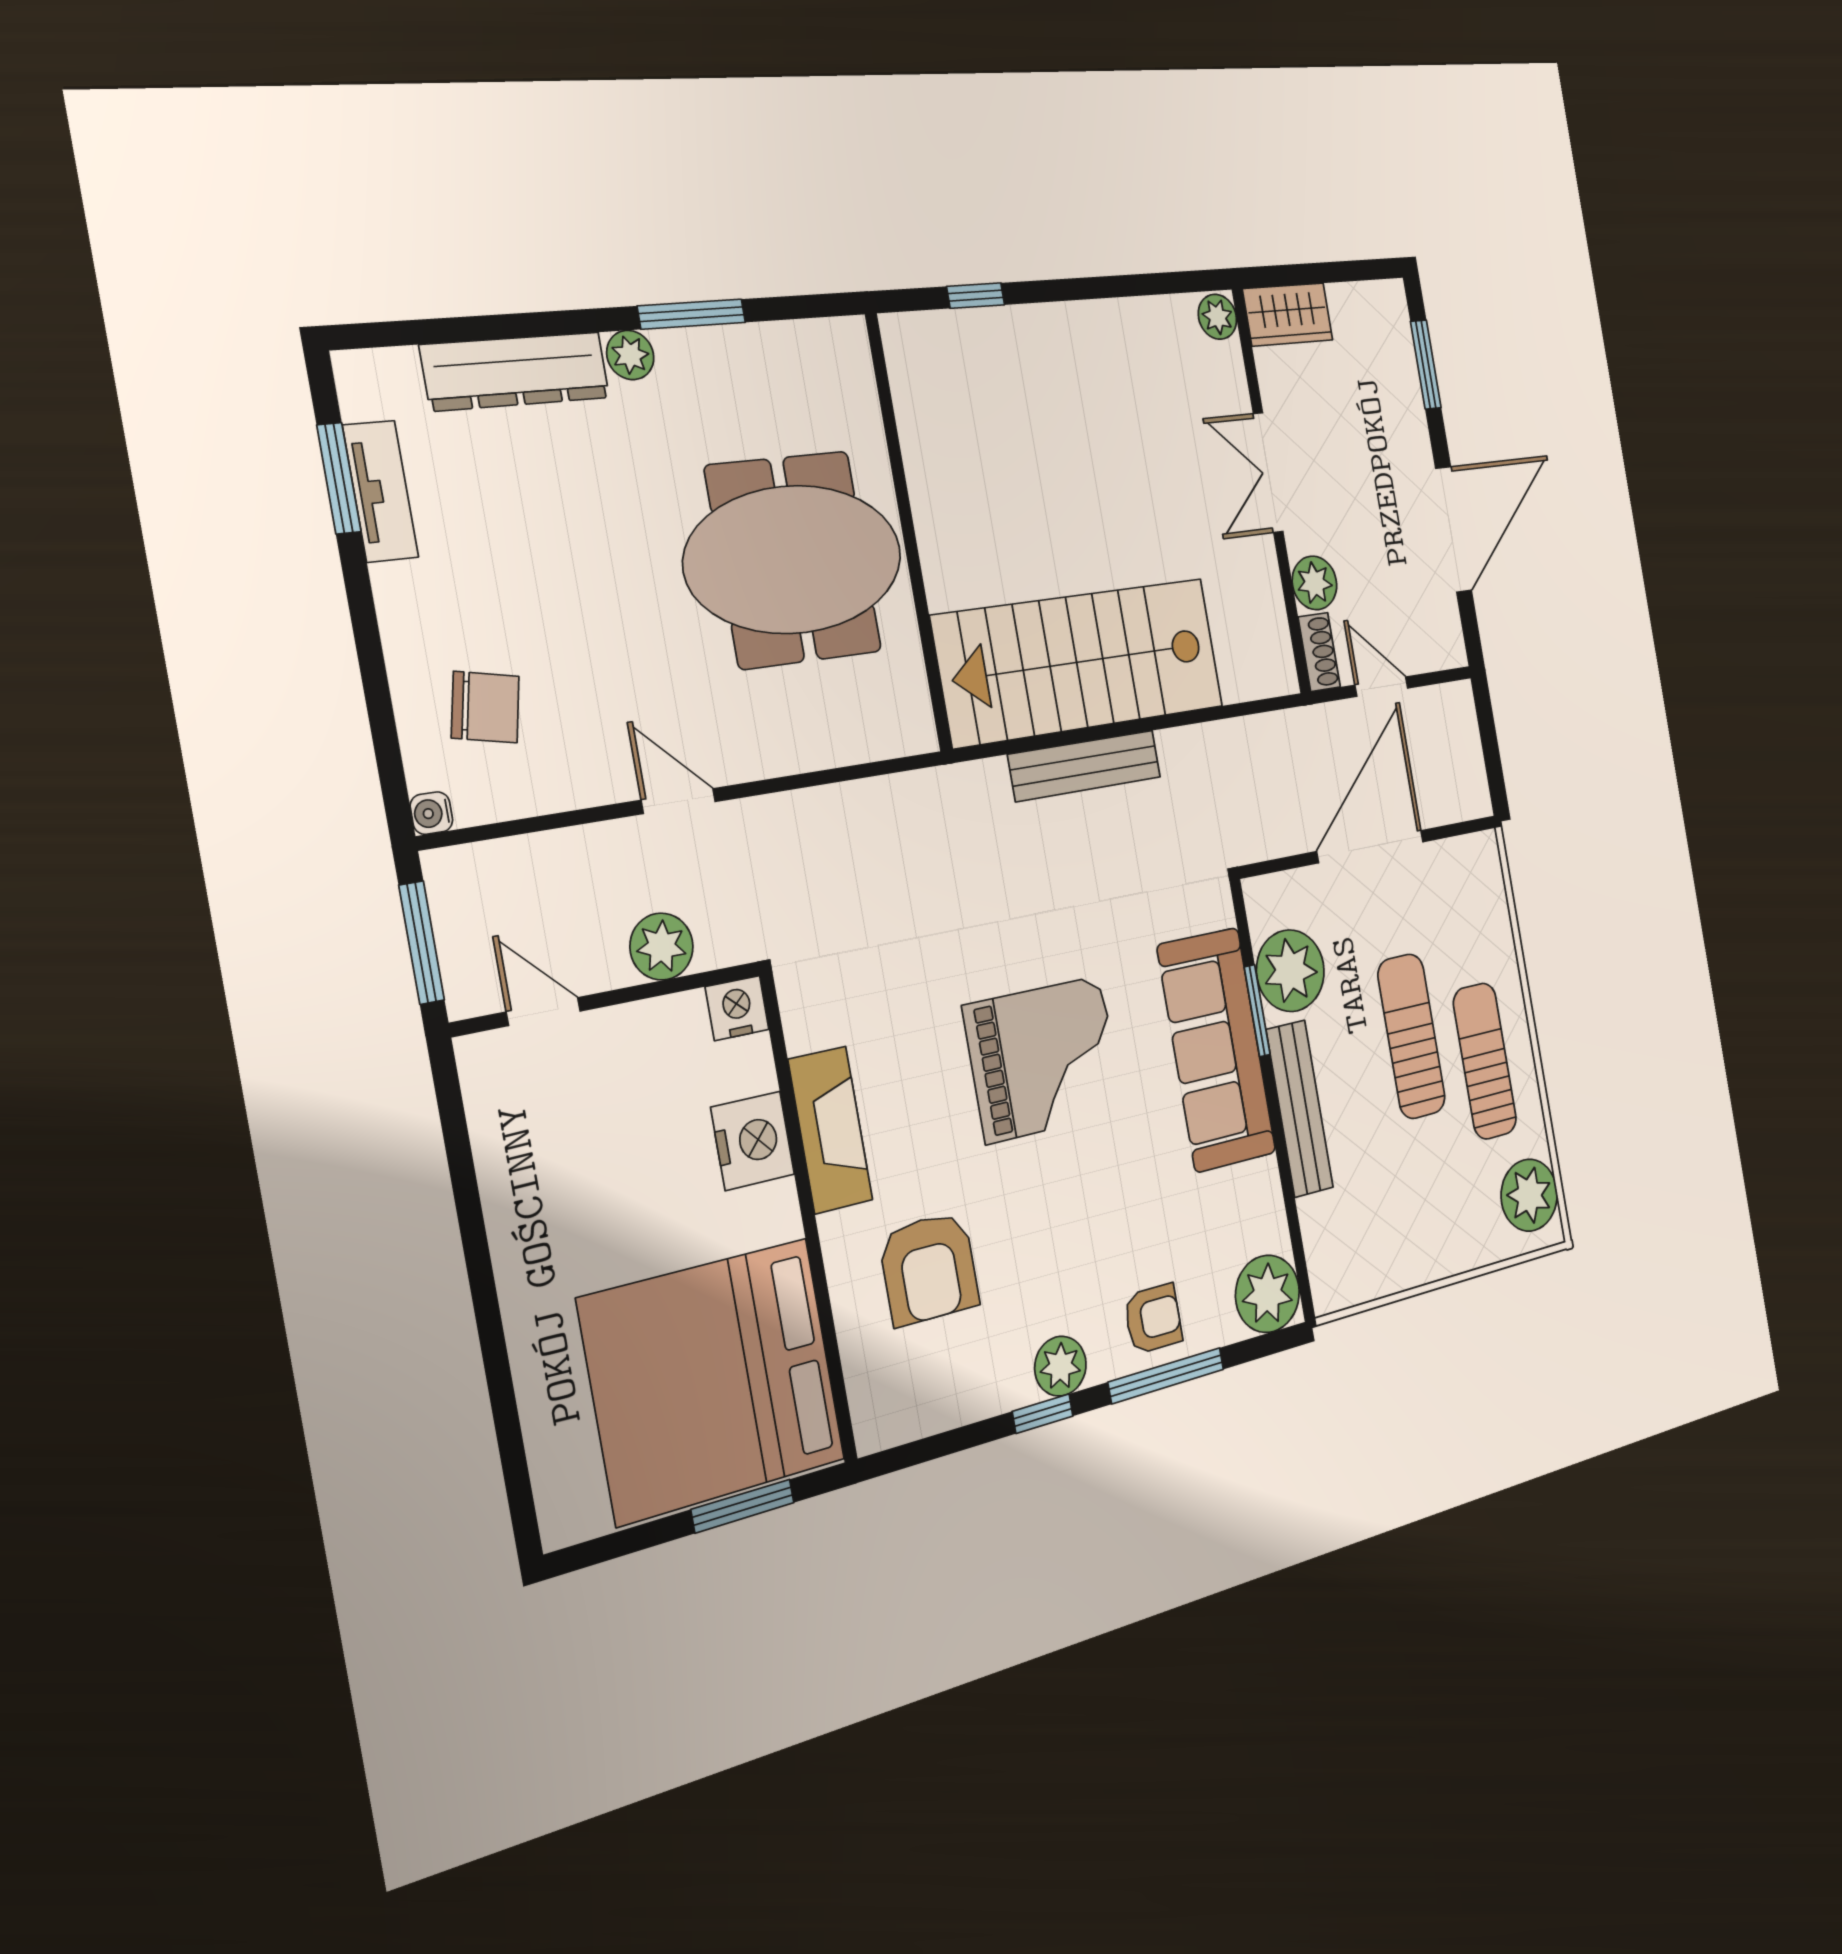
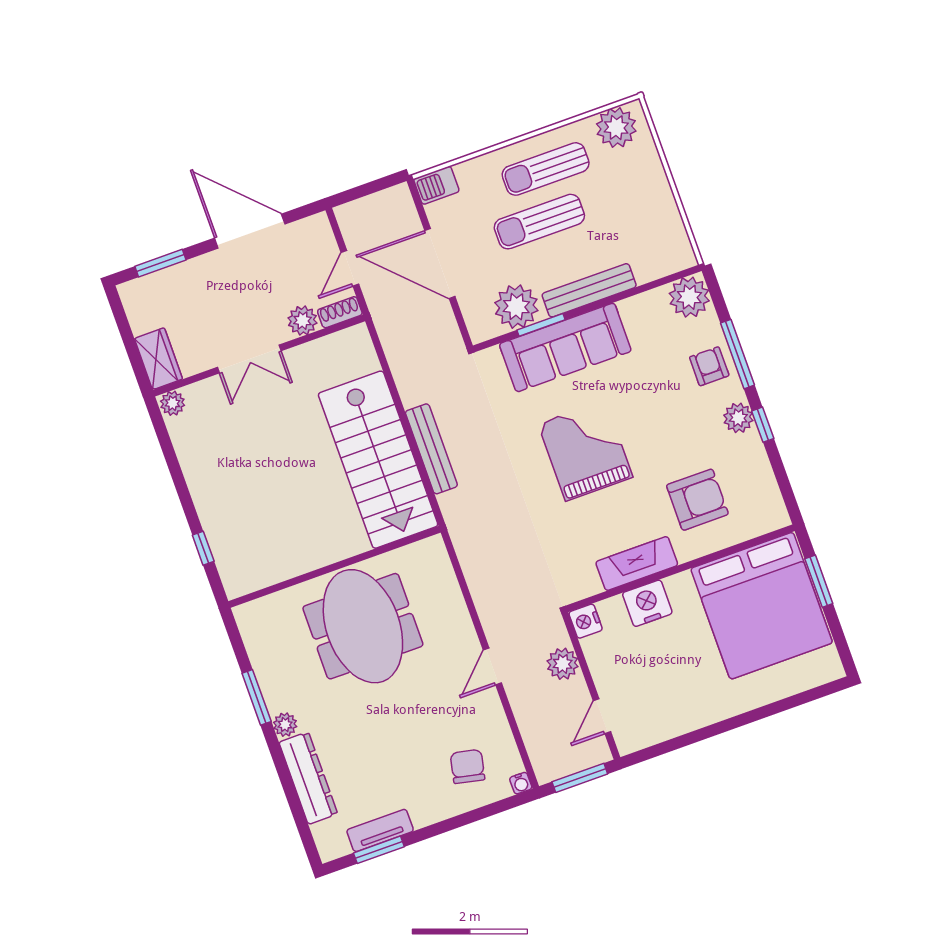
barbecue: (1482, 866) -> (436, 185), added

